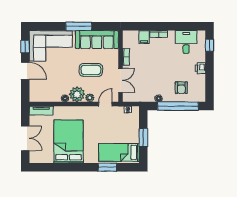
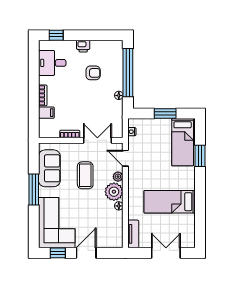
sofa: (97, 40) -> (49, 168), width x0.73
armchair: (181, 88) -> (93, 73), moved
bed: (69, 142) -> (170, 202), width x0.67

